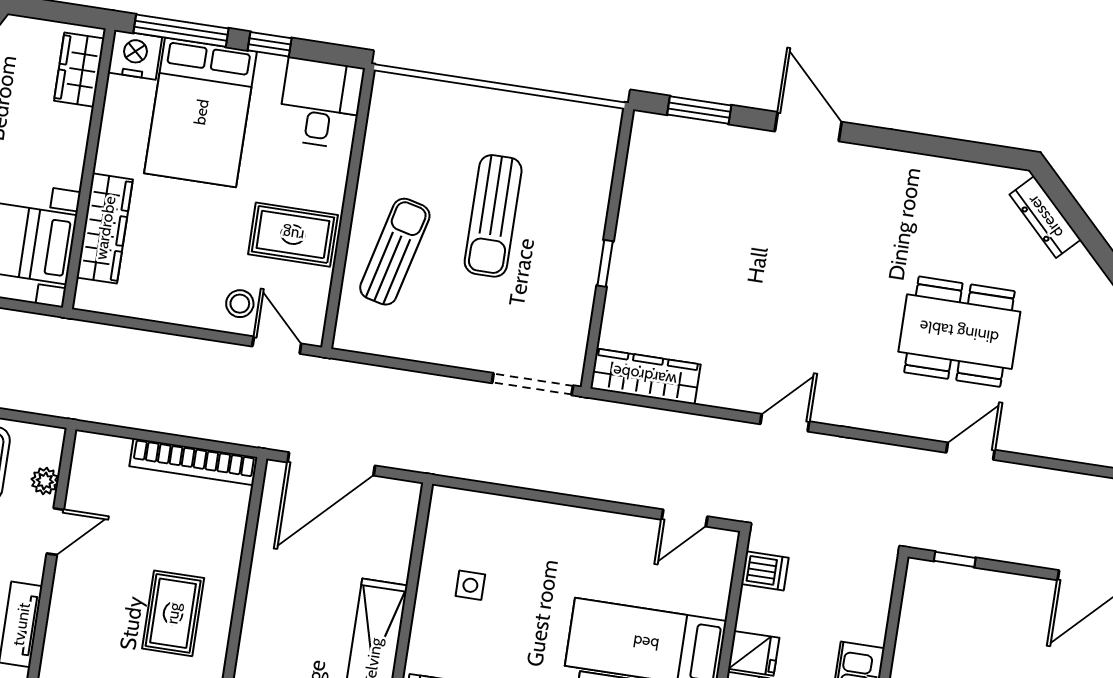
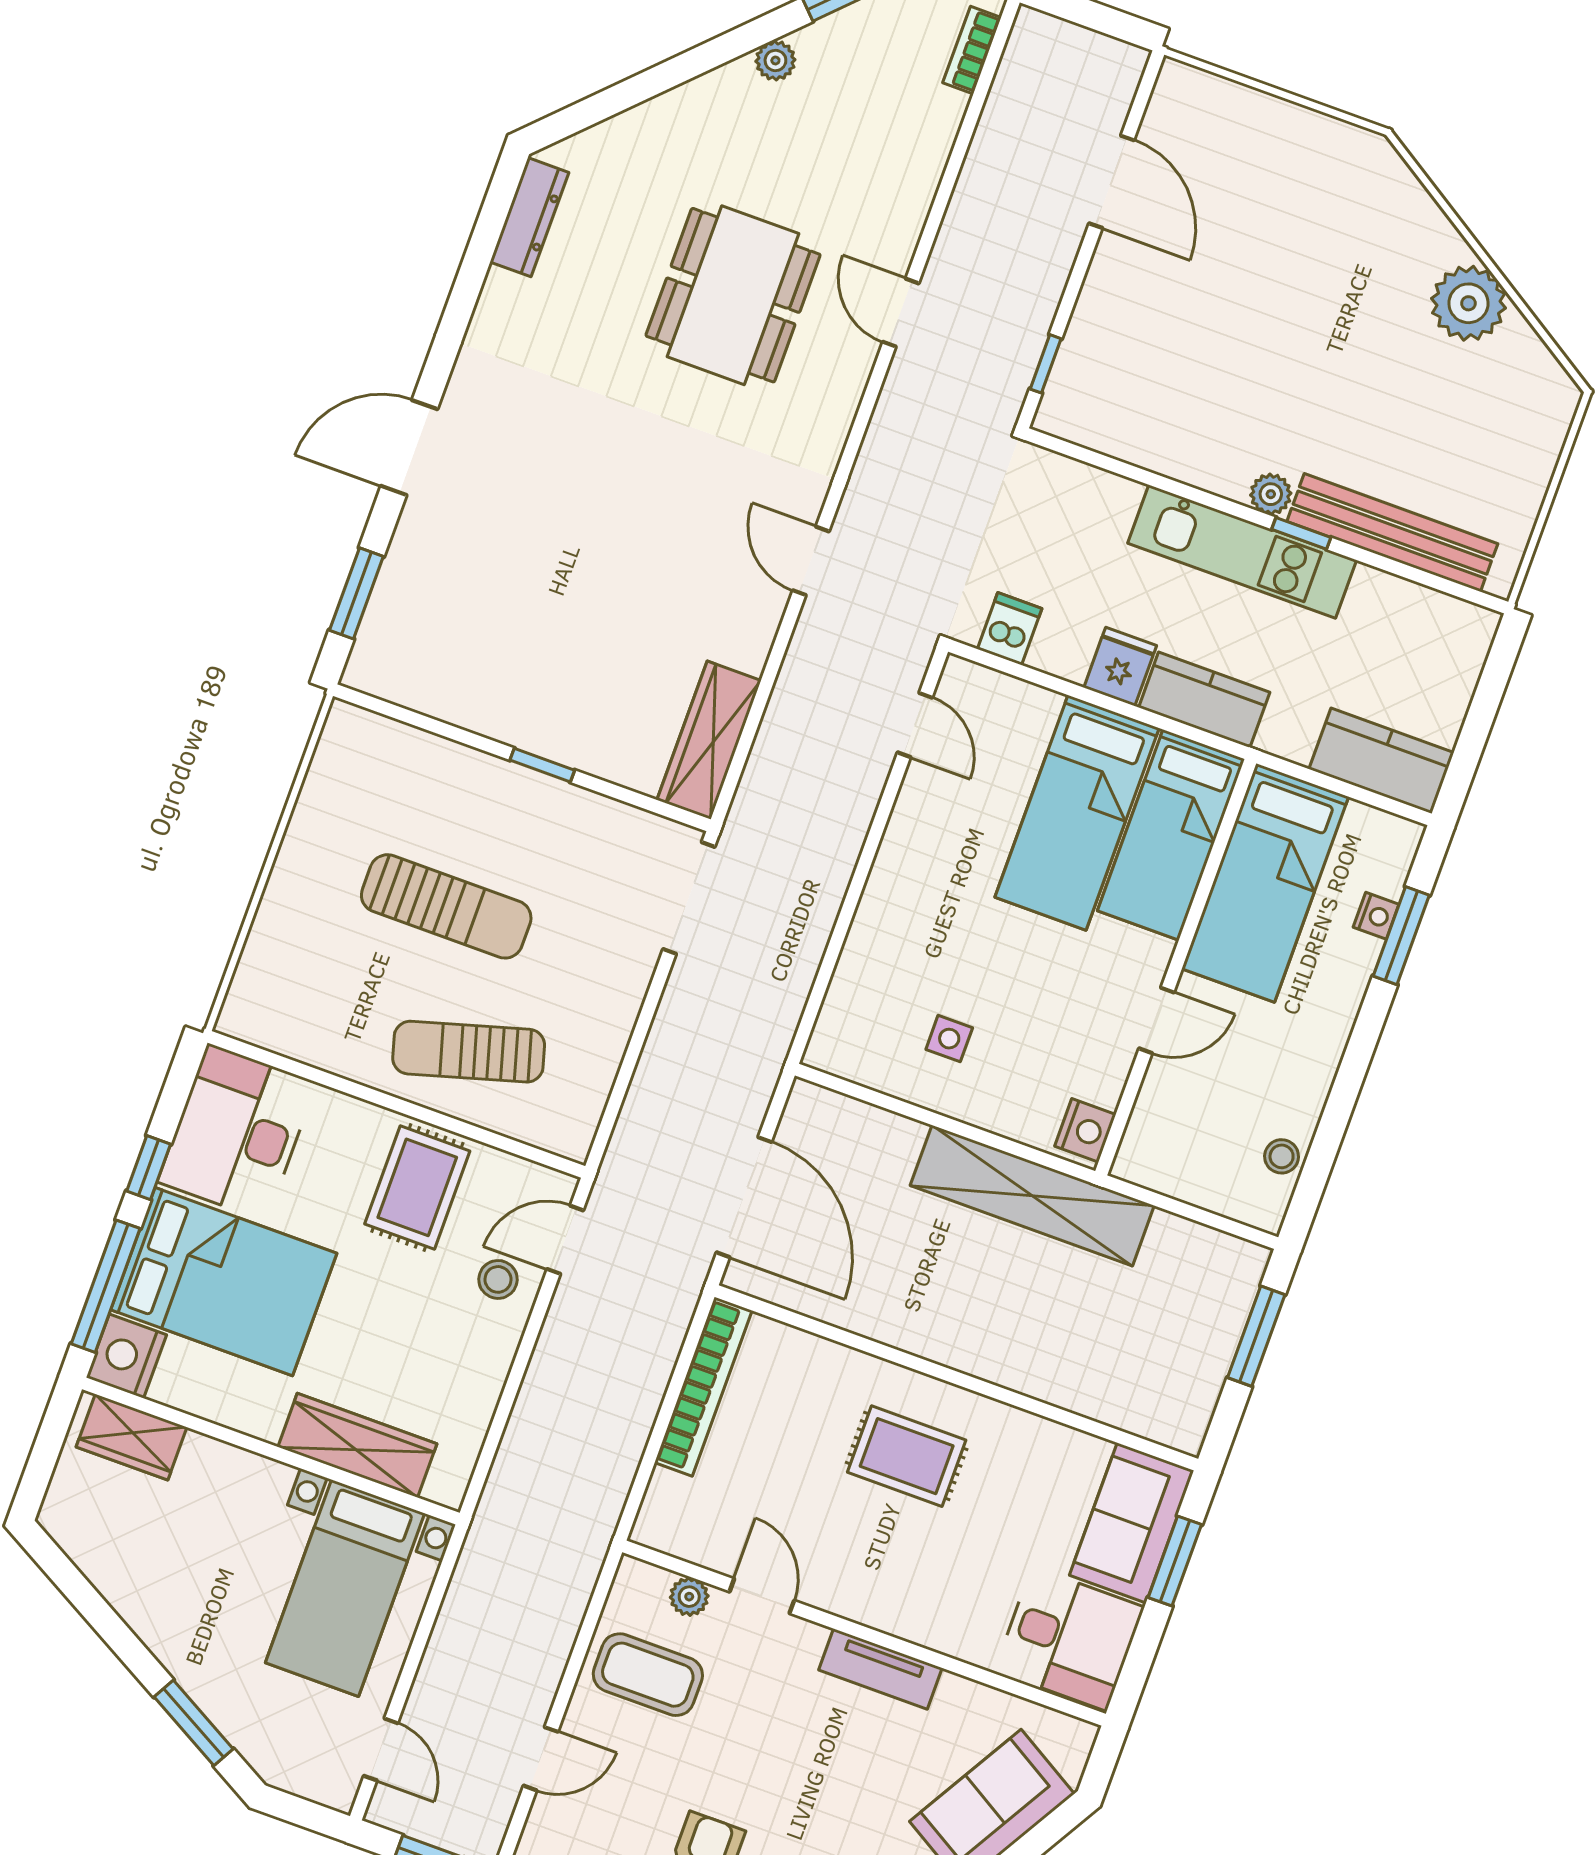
desk: (321, 103) -> (237, 1132), width x1.37
dresser: (1045, 217) -> (529, 217), moved, turned -45
sun lounger: (395, 252) -> (469, 1052), turned -30

